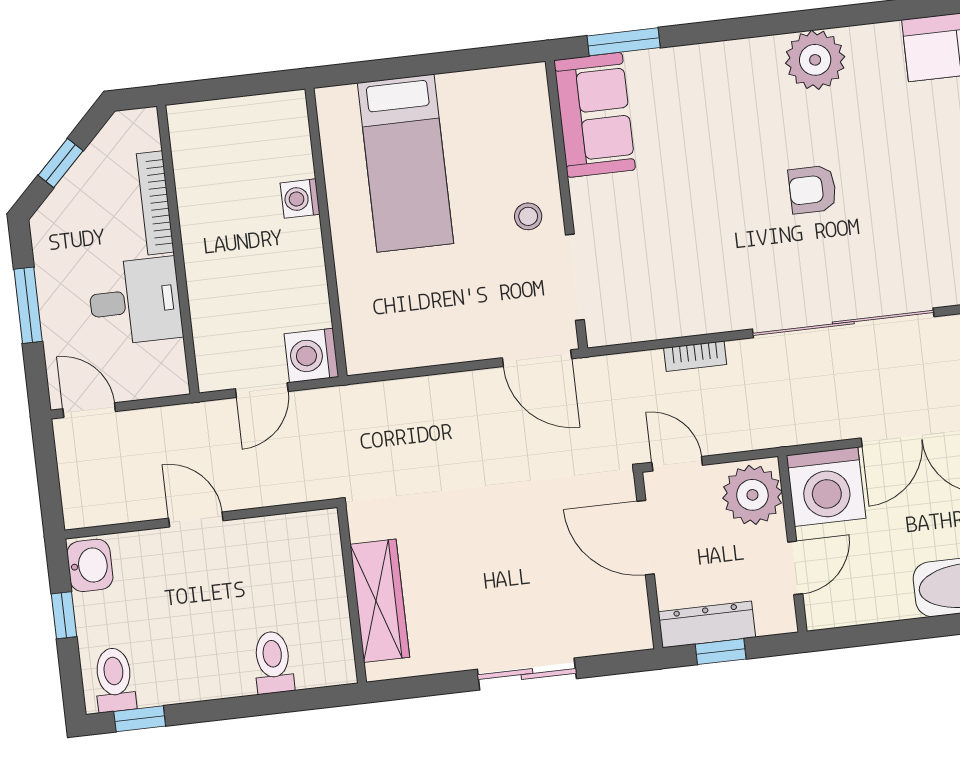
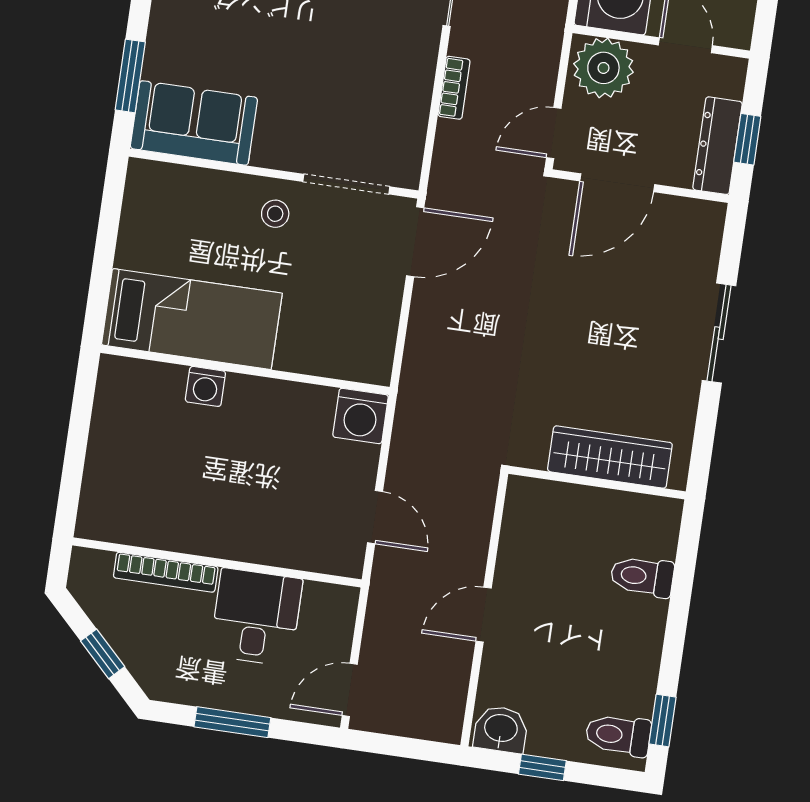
washing machine: (300, 199) -> (205, 386), moved
wall: (326, 232) -> (245, 370), moved
washing machine: (311, 355) -> (361, 416), moved

